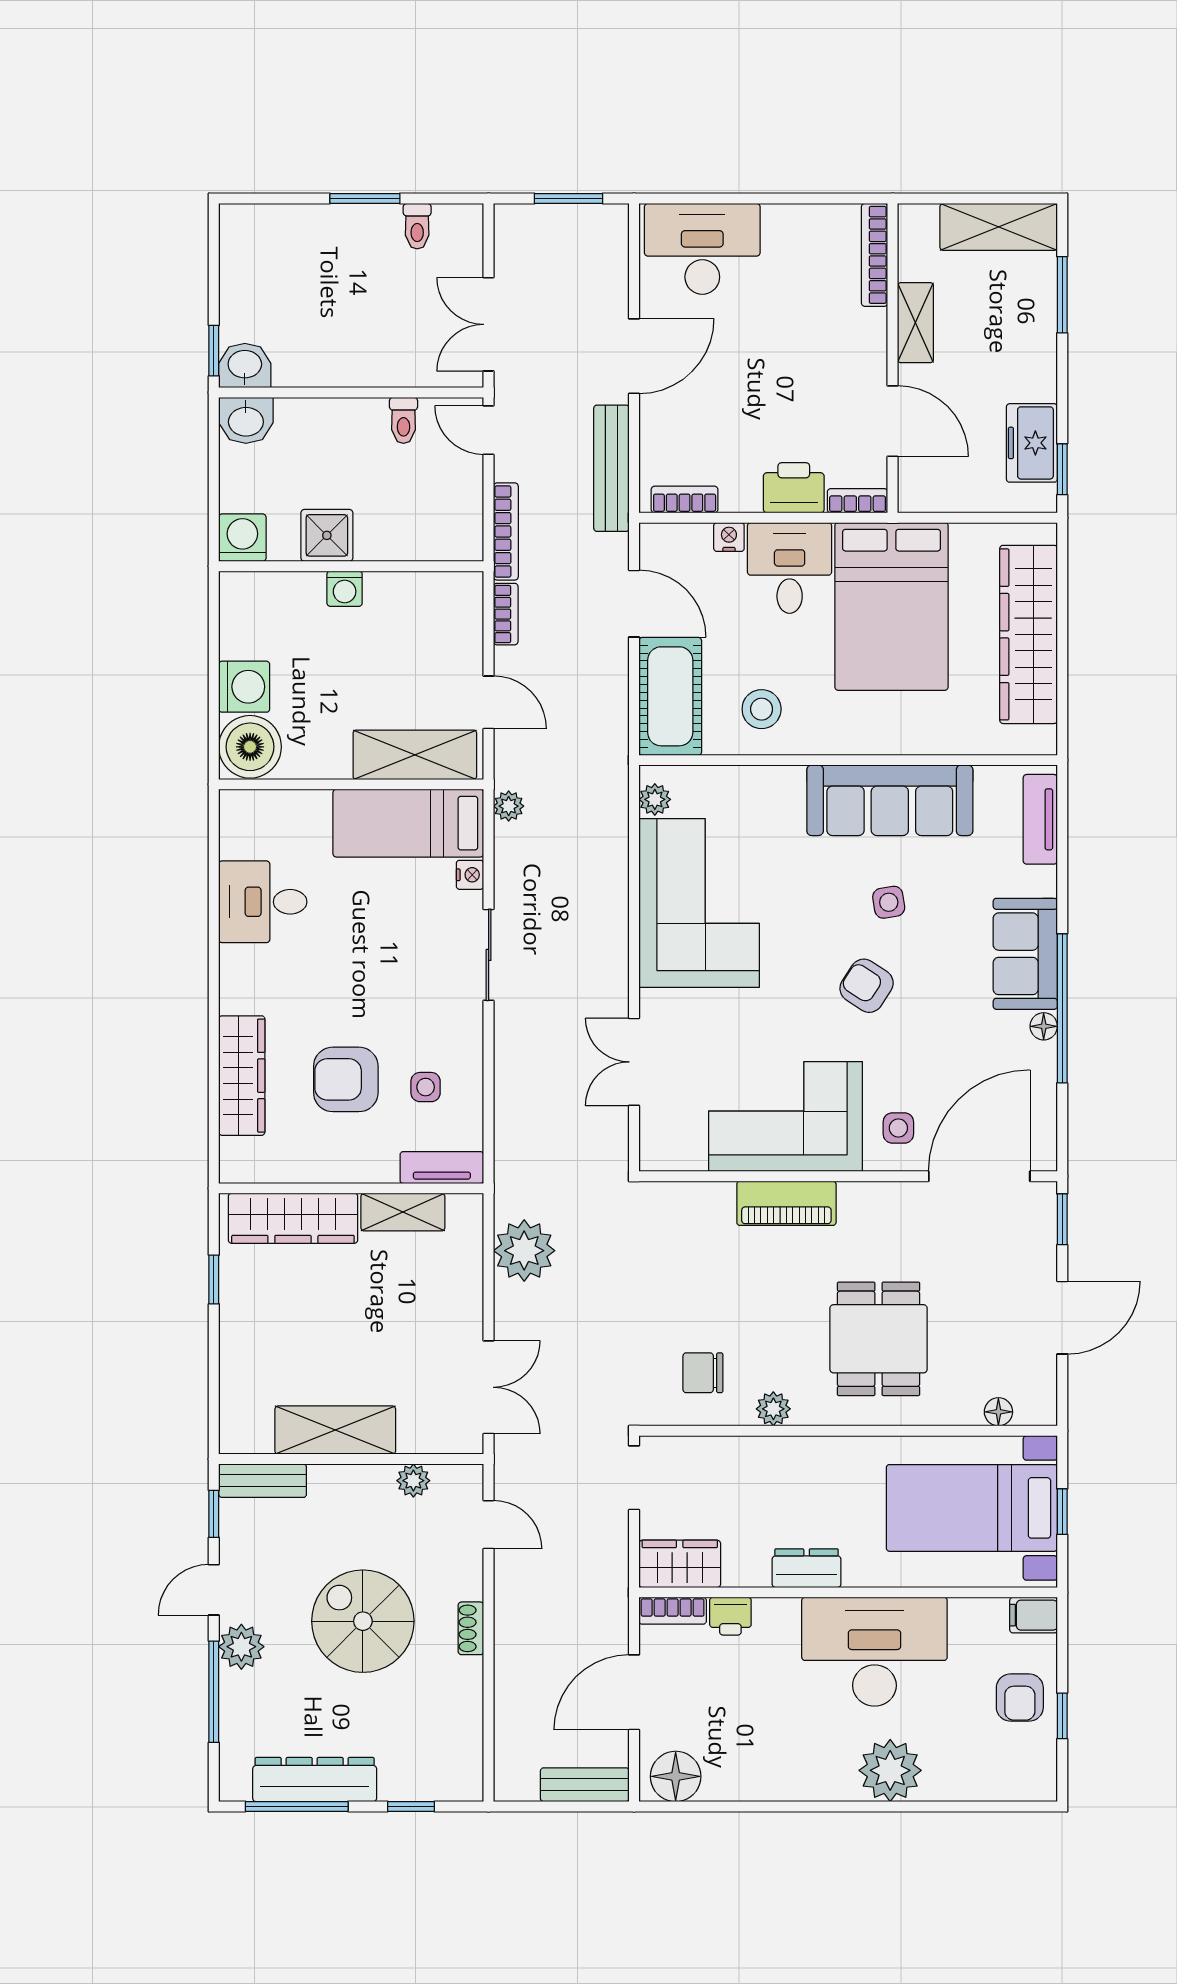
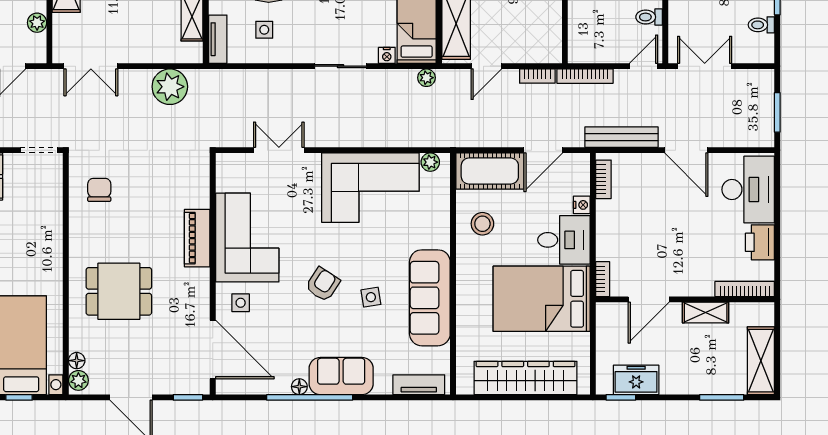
printer: (794, 488) -> (760, 242), moved, turned 180
plant: (773, 1409) -> (78, 380), moved

